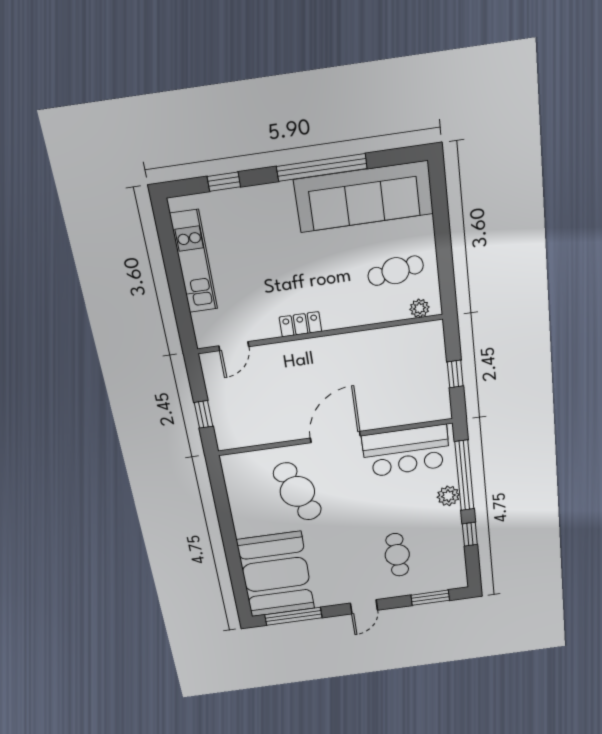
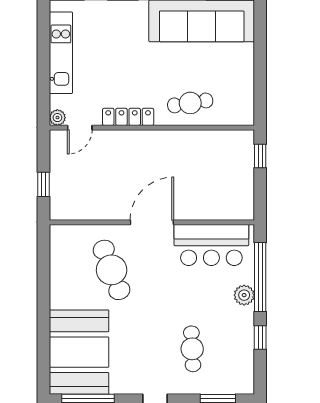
cafe table: (396, 271) -> (190, 103), moved
plant: (419, 308) -> (57, 118), moved
locker: (300, 324) -> (128, 117), width x1.53
window: (455, 374) -> (260, 156), moved

